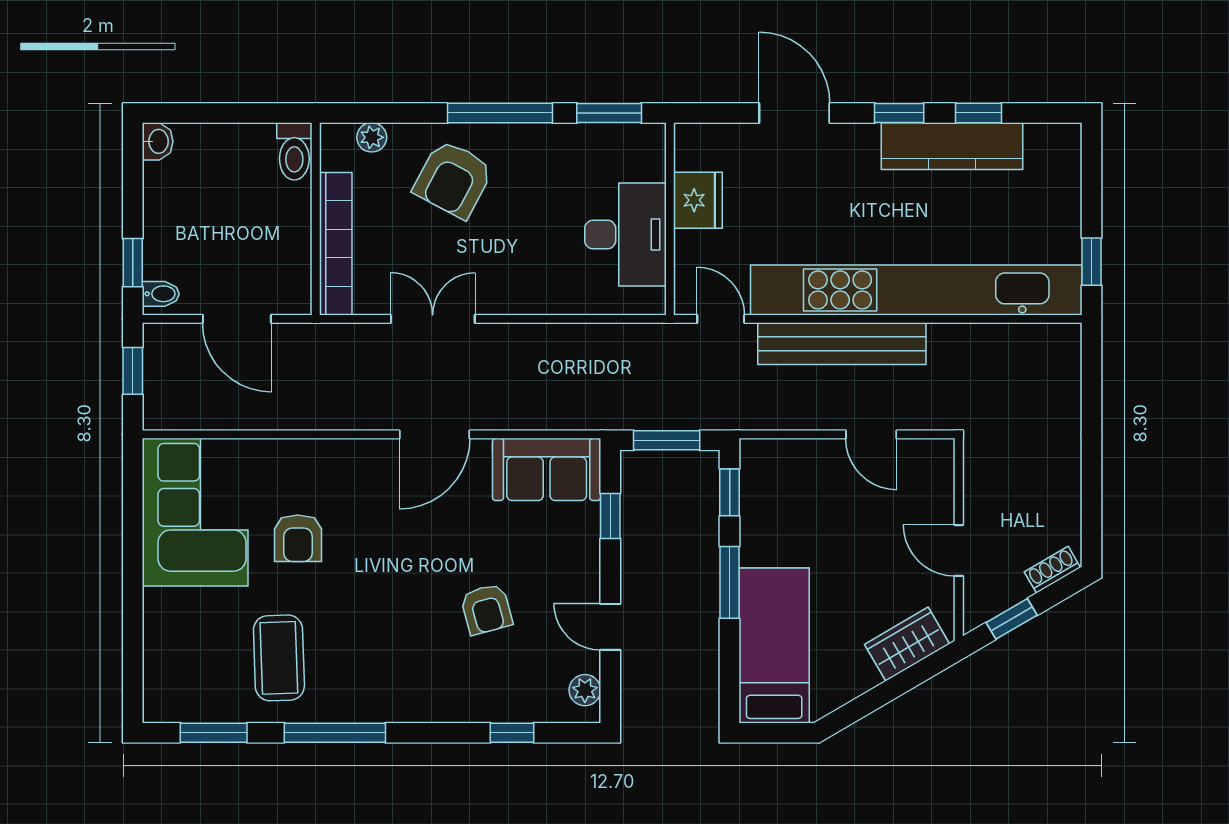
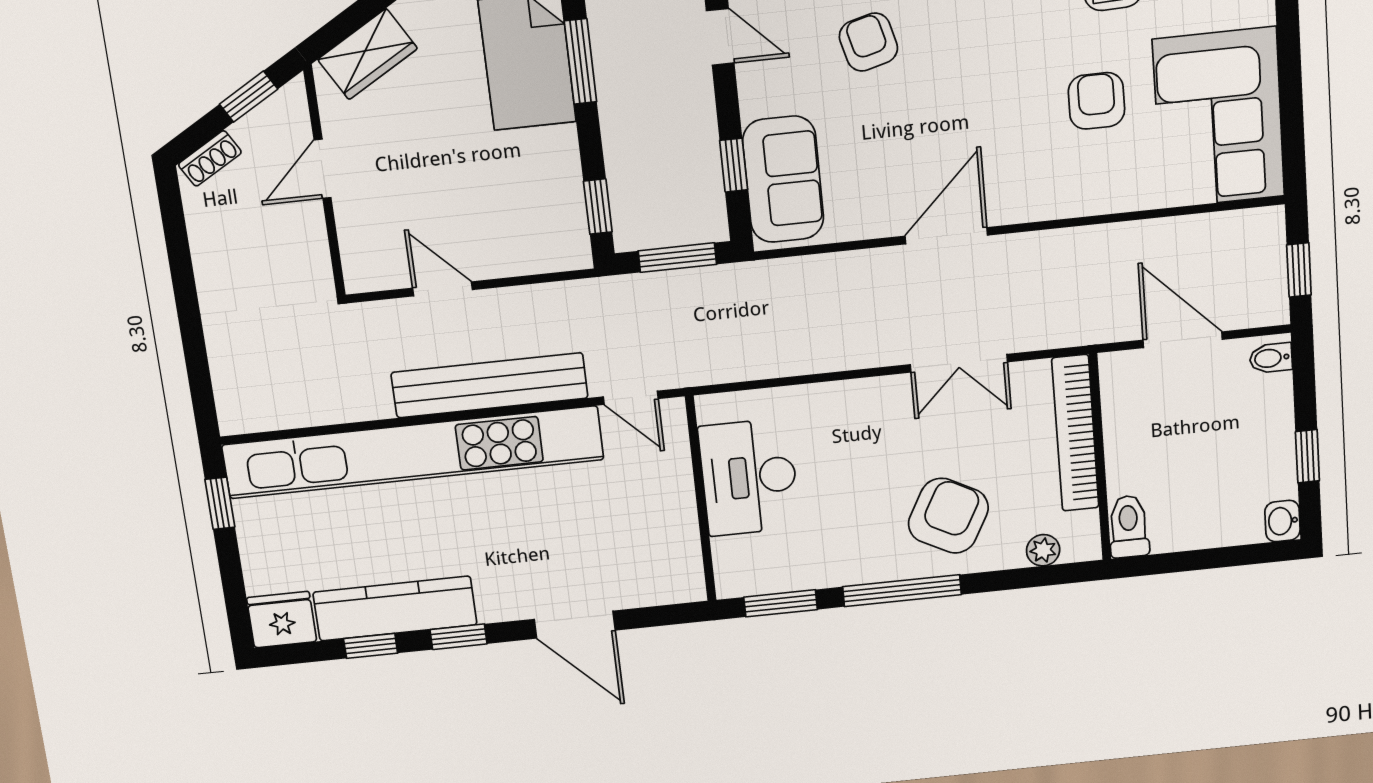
fridge: (698, 200) -> (282, 620), moved, turned 90
window: (133, 263) -> (1307, 456), moved
sofa: (547, 469) -> (783, 179), moved, turned 90
door: (959, 550) -> (322, 169), swing flipped
window: (730, 582) -> (581, 61), moved

